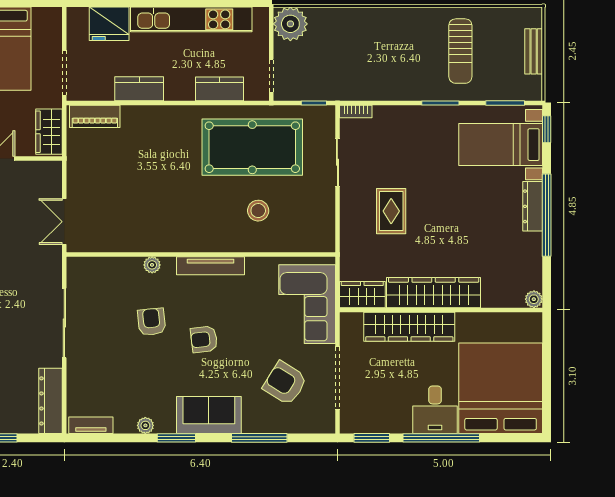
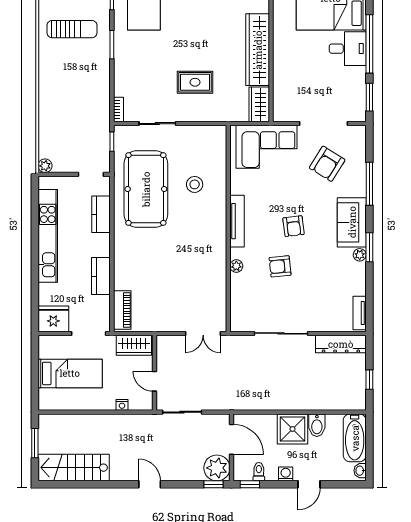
fridge: (109, 24) -> (53, 319), moved, turned -90
plant: (290, 24) -> (45, 166), width x0.53, depth x0.53
wardrobe: (409, 327) -> (284, 68), removed
plant: (145, 425) -> (360, 255), moved

